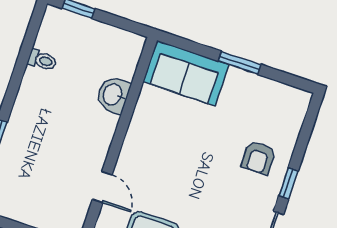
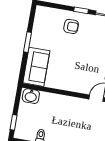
washbasin: (113, 95) -> (31, 96), moved

